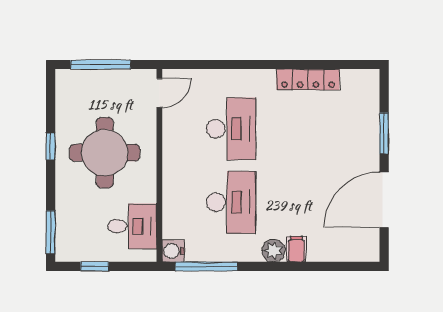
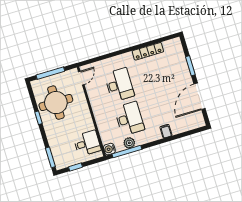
round table: (105, 153) -> (56, 103), moved
plant: (274, 251) -> (129, 143), moved

